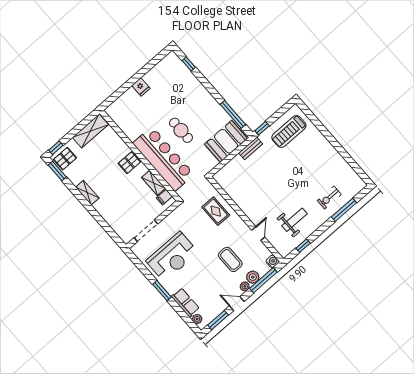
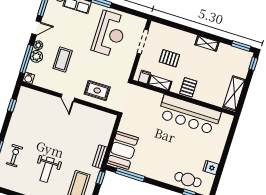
fridge: (141, 87) -> (211, 168), moved
cafe table: (181, 130) -> (188, 180), moved
pallet: (65, 159) -> (169, 58), moved, turned 90
bar counter: (163, 159) -> (189, 115), moved
weight bench: (294, 220) -> (47, 170), moved
door: (258, 234) -> (68, 98), moved
reception desk: (172, 257) -> (110, 34), turned 180
coffee table: (230, 259) -> (63, 59), turned 90

